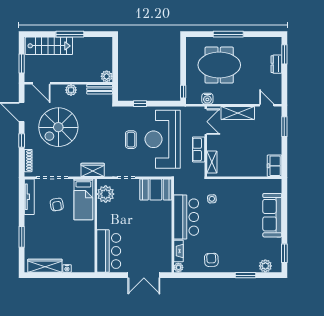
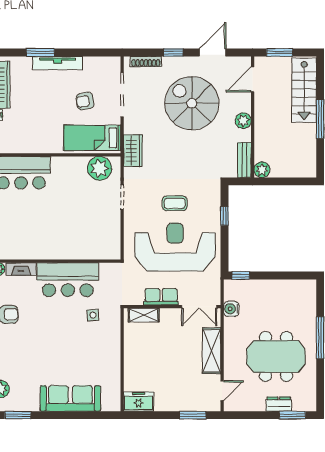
meeting table: (219, 65) -> (276, 357), moved, turned 90
booth: (156, 189) -> (106, 238), removed
tv unit: (29, 197) -> (58, 63), moved

